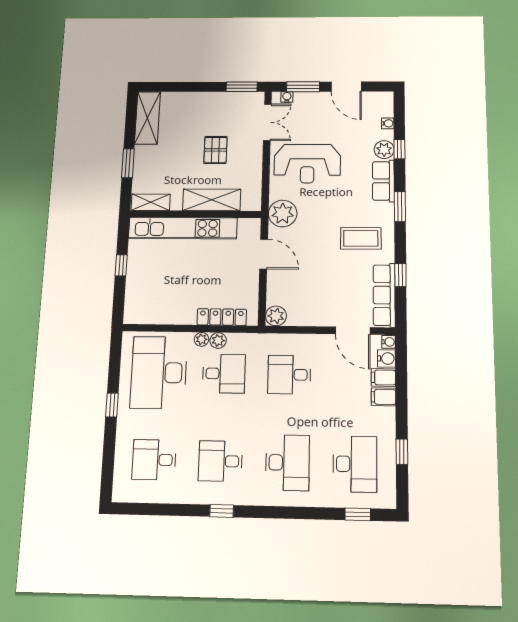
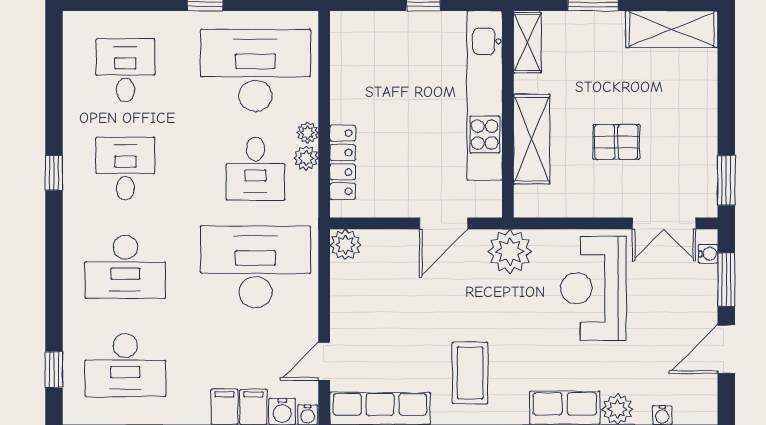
door: (353, 331) -> (324, 361), width x0.73
desk: (289, 375) -> (255, 267), width x1.87, depth x1.30

